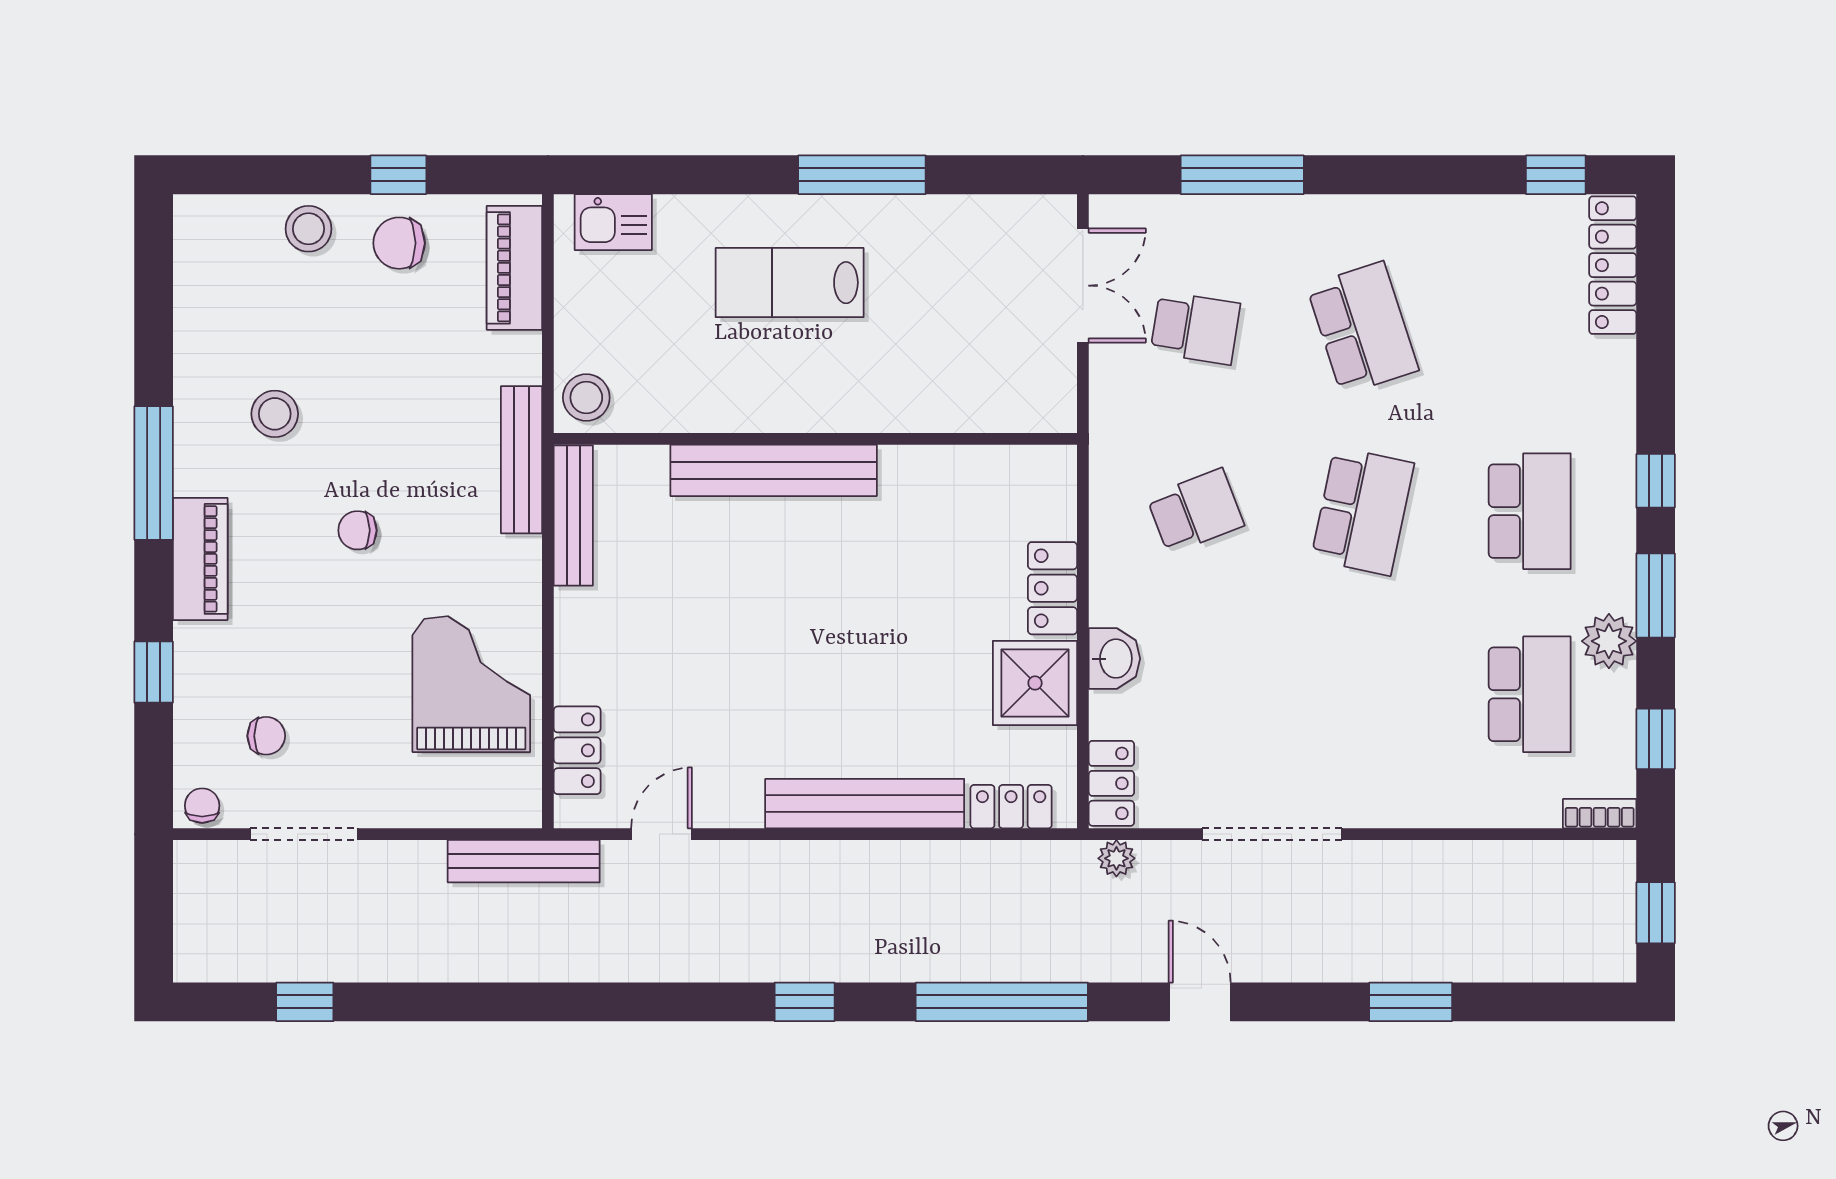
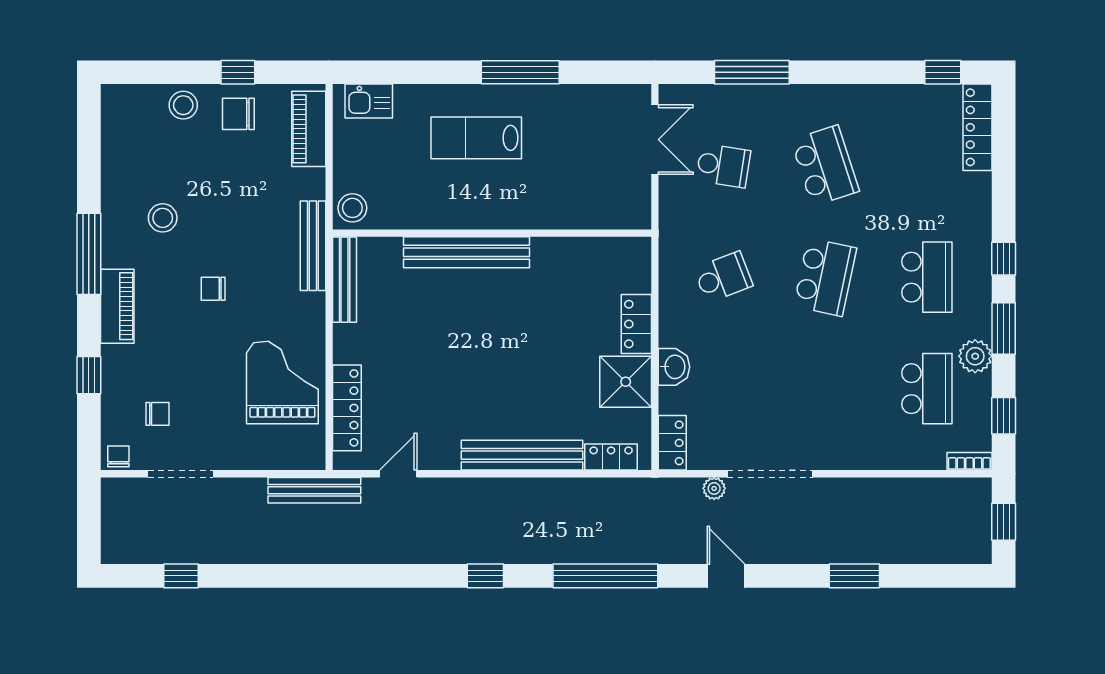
locker: (577, 750) -> (347, 408), width x1.53
plant: (1116, 858) -> (714, 488), moved

